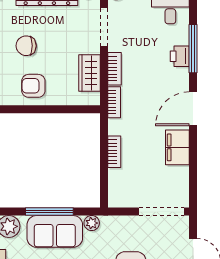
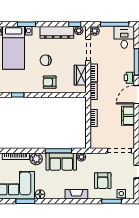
printer: (180, 56) -> (129, 78), moved

